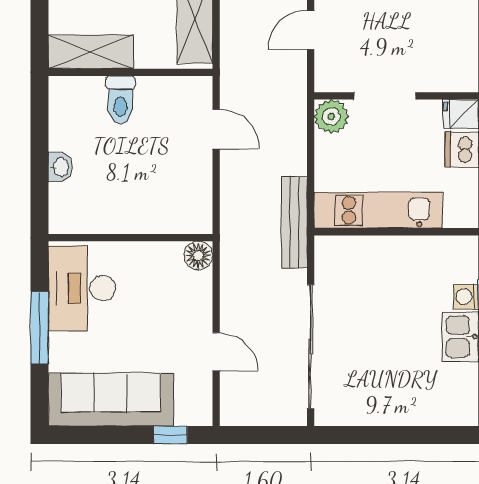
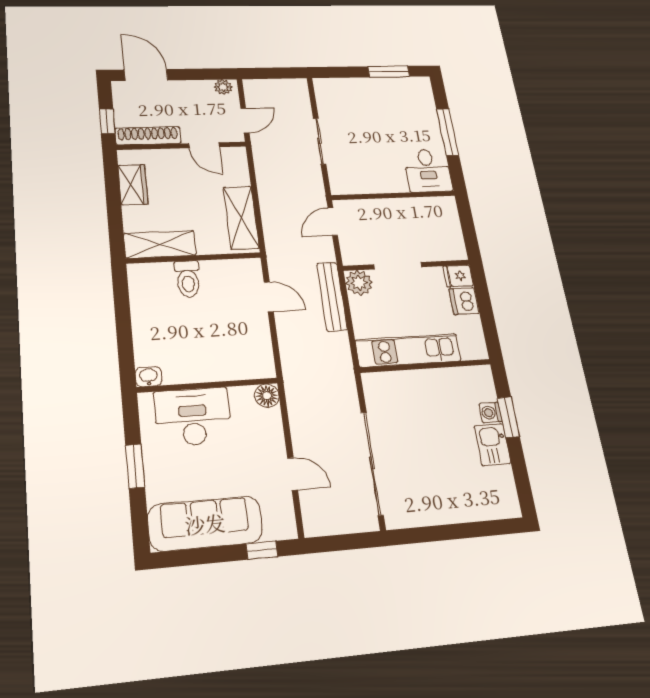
washbasin: (60, 167) -> (149, 377), moved, turned -90
bench: (294, 222) -> (332, 297), moved
desk: (82, 288) -> (193, 417), moved, turned 90
window: (40, 328) -> (135, 466), width x0.69

